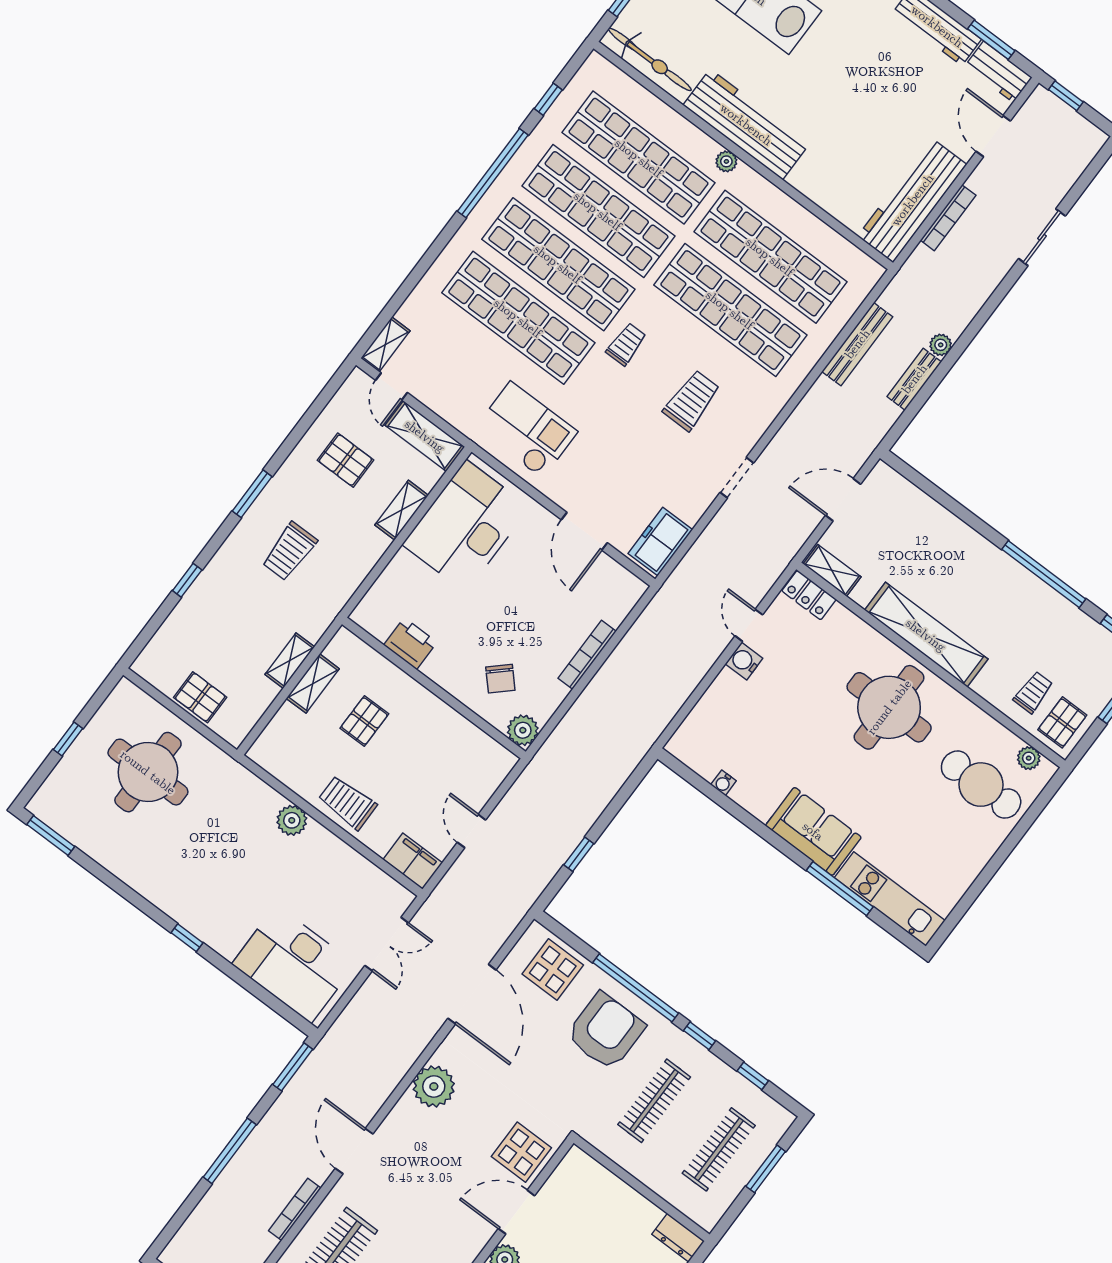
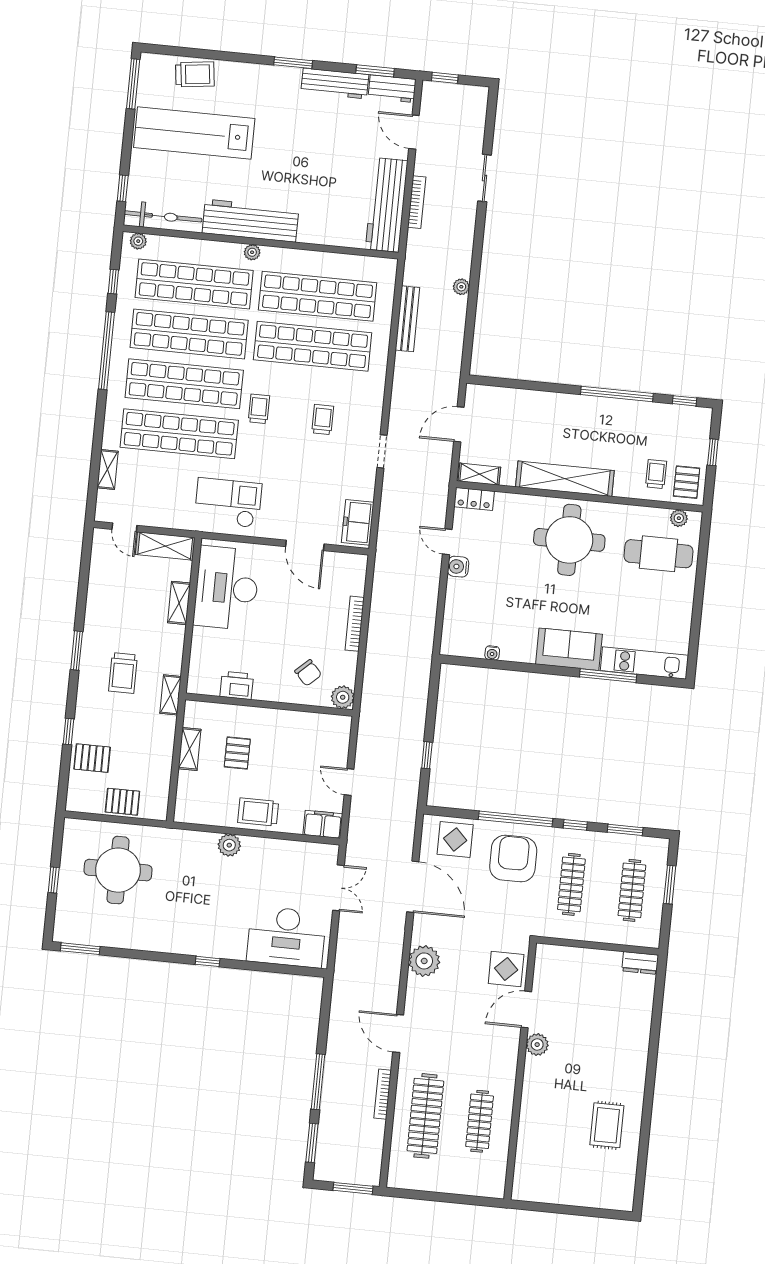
plant: (604, 70) -> (138, 241), added
shelving: (385, 345) -> (108, 470), moved
bench: (914, 379) -> (458, 319), removed
trolley: (691, 400) -> (323, 420), width x0.73, depth x0.72
pallet: (345, 460) -> (92, 758), moved
shelving: (290, 661) -> (171, 695), moved
window: (293, 1067) -> (312, 1143), moved
window: (753, 1076) -> (625, 830), width x1.50

